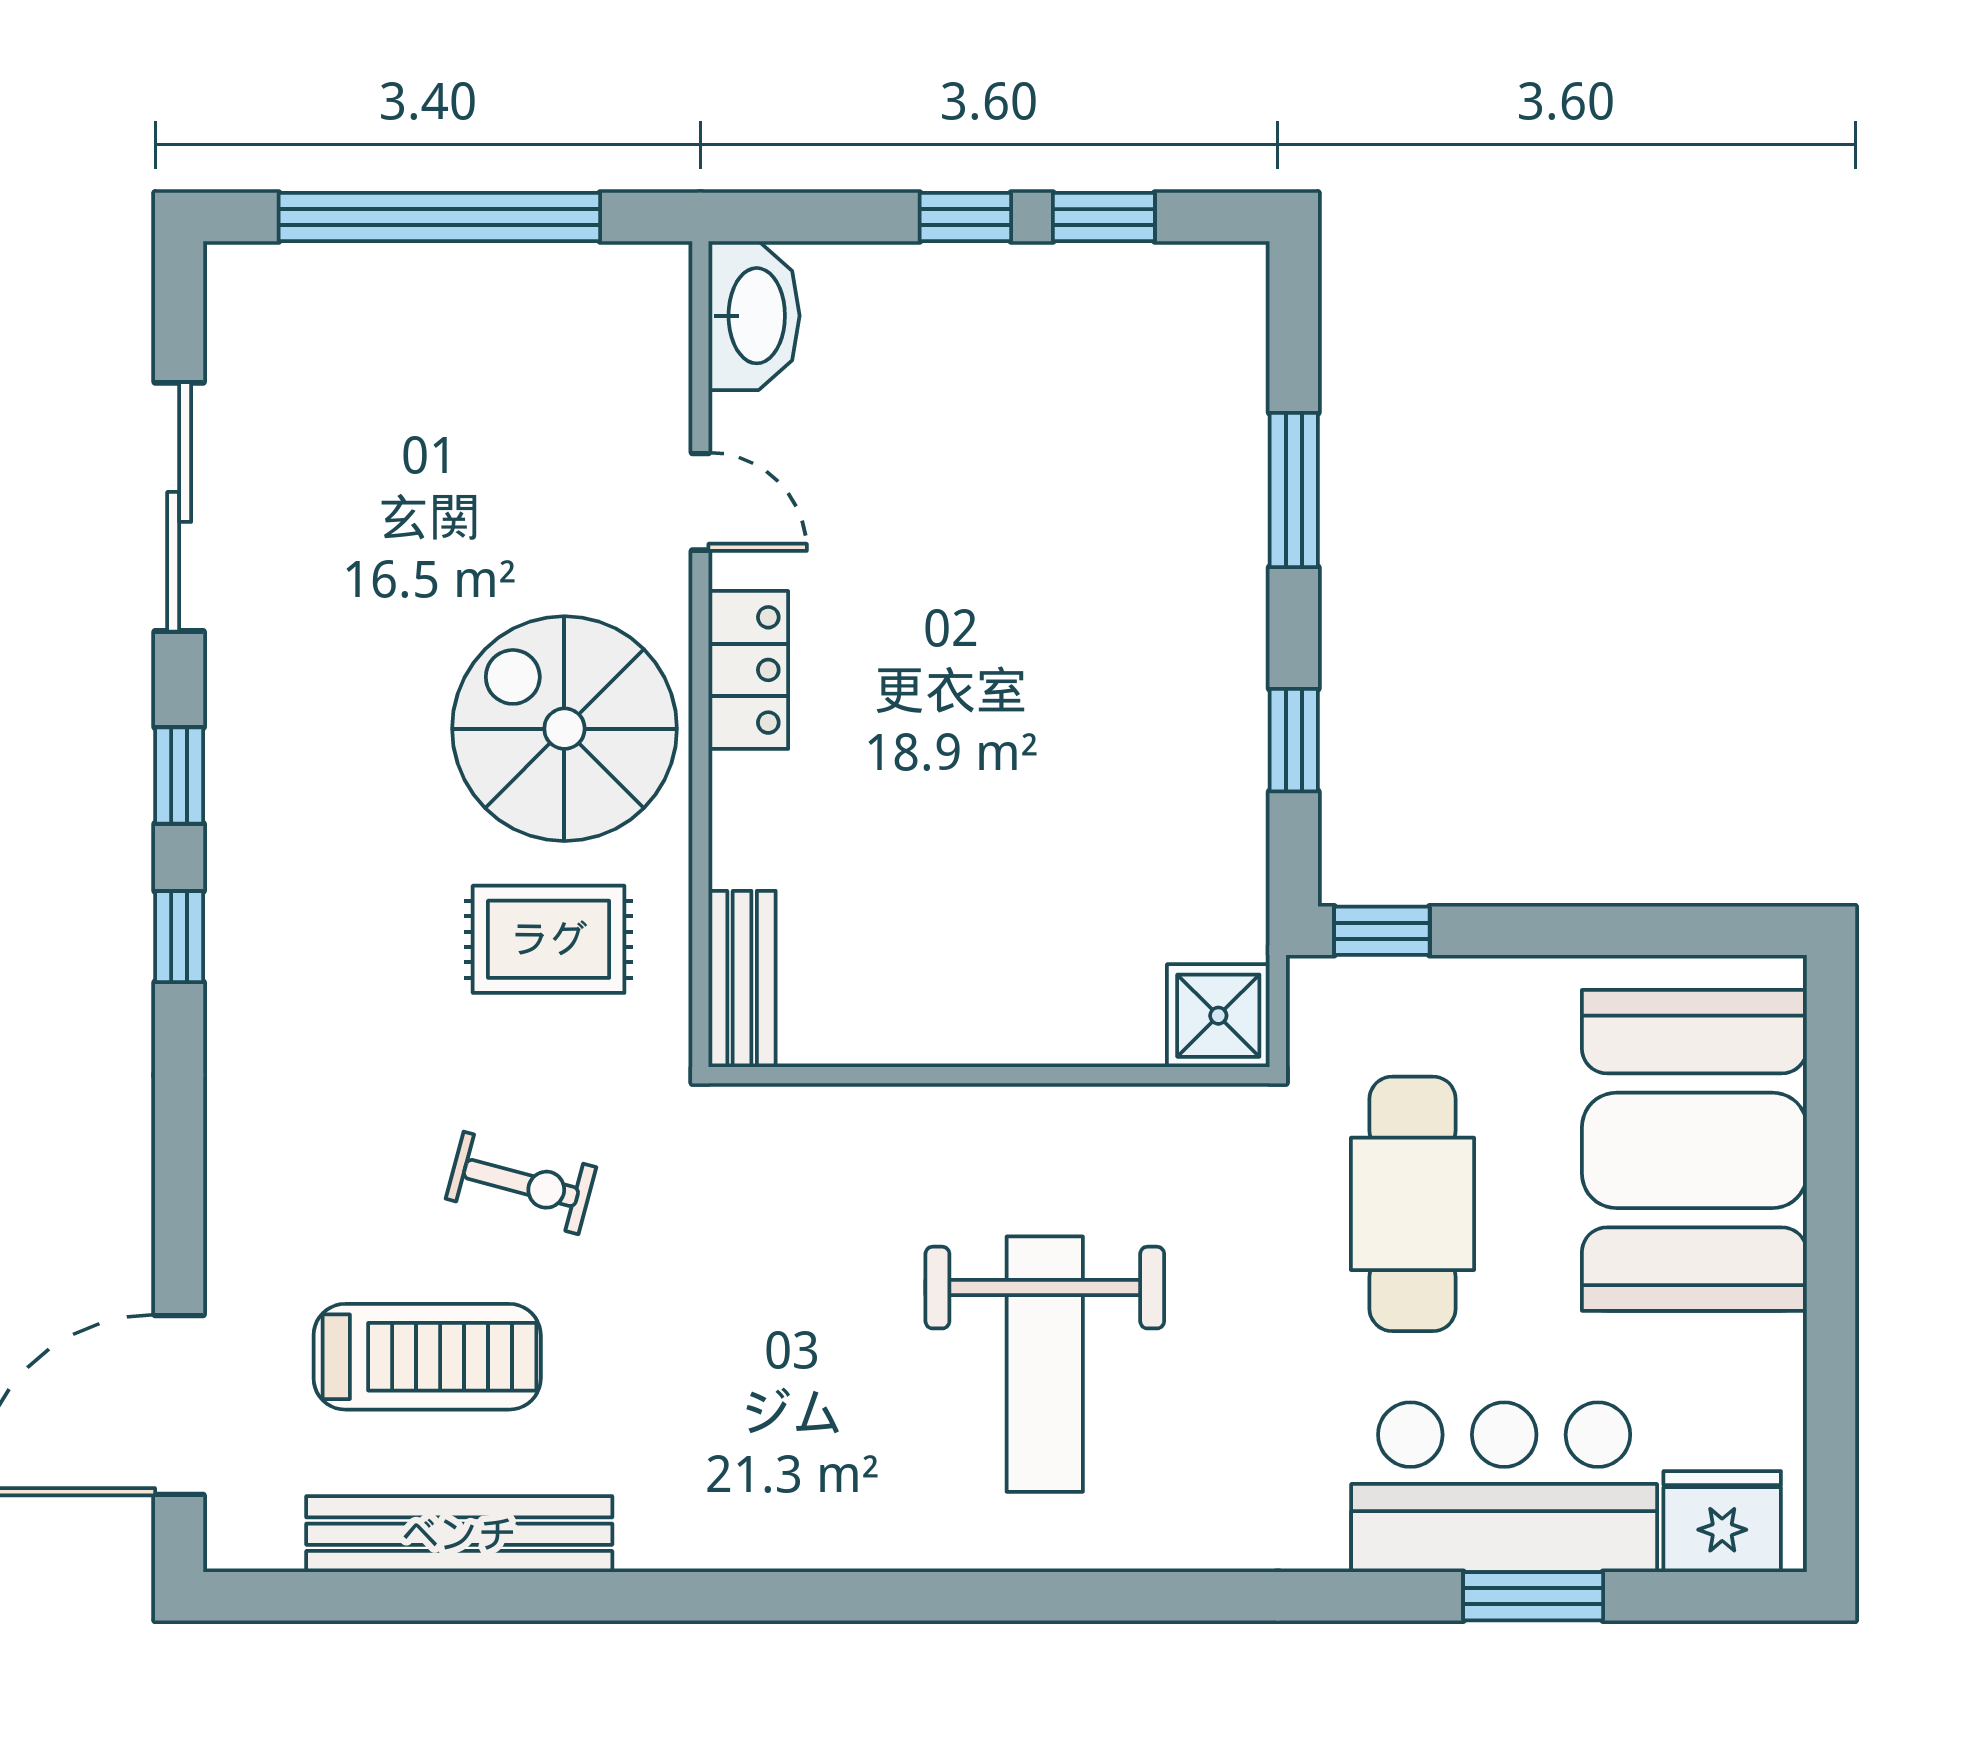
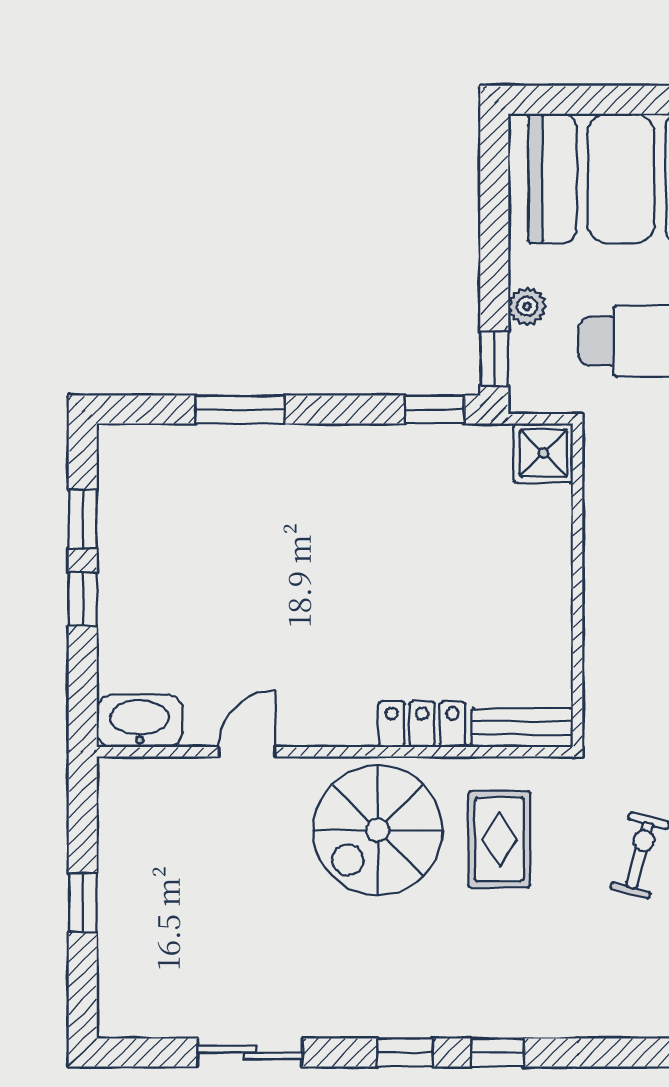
window: (439, 217) -> (83, 902), width x0.32
sliding door: (179, 507) -> (250, 1052), width x0.73
locker: (748, 670) -> (422, 724), moved
window: (1294, 740) -> (435, 410), moved
plant: (1473, 988) -> (527, 306), added

